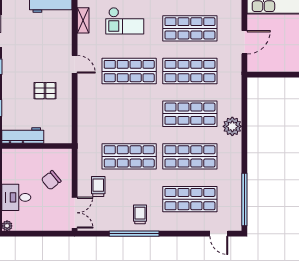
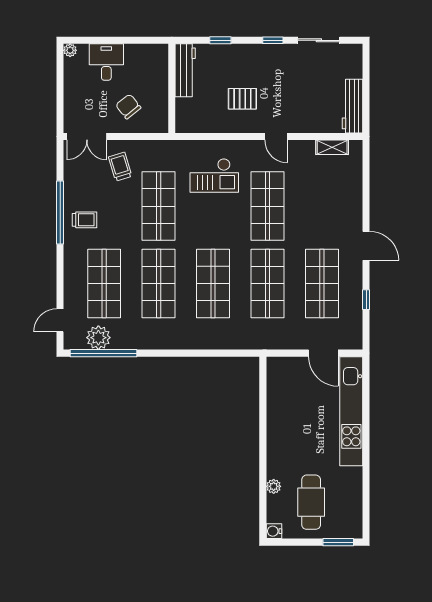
checkout: (125, 21) -> (214, 175), moved, turned -90
door: (244, 42) -> (323, 353), moved
door: (75, 64) -> (276, 137), hinge flipped
pallet: (45, 91) -> (242, 99), turned 90
plant: (232, 126) -> (98, 338), moved
trolley: (98, 187) -> (120, 167), turned -107

